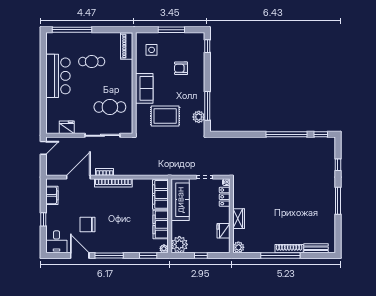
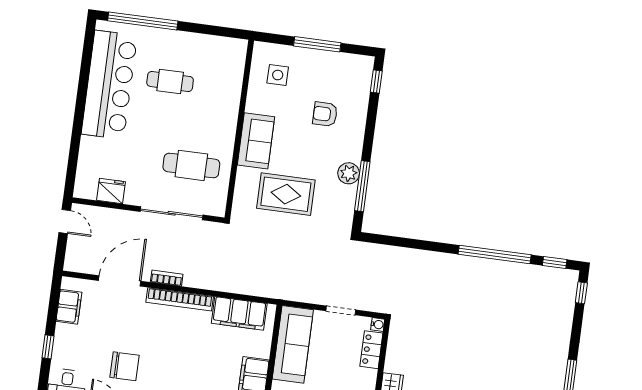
piano: (127, 46) -> (235, 63), removed
bar counter: (58, 76) -> (109, 85), width x1.36
plant: (199, 117) -> (349, 173), moved
door: (43, 148) -> (65, 221), hinge flipped
window: (338, 165) -> (581, 293), moved
filing cabinet: (160, 194) -> (239, 313), moved, turned -90
chair: (87, 225) -> (124, 366), turned 180

